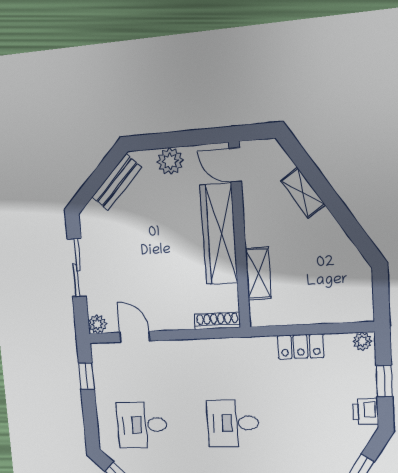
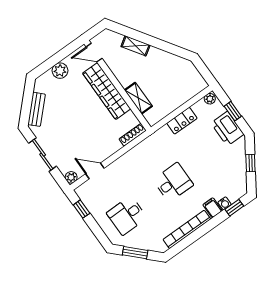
bench: (117, 182) -> (37, 109), moved
printer: (366, 412) -> (227, 129), width x1.87, depth x1.48
desk: (233, 423) -> (173, 182), turned 180

